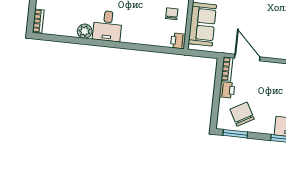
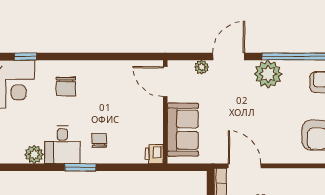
chair: (172, 14) -> (99, 140), moved
window: (120, 45) -> (80, 167), added

